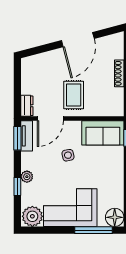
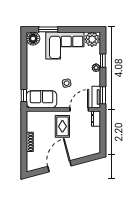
window: (93, 230) -> (48, 29), width x0.69

